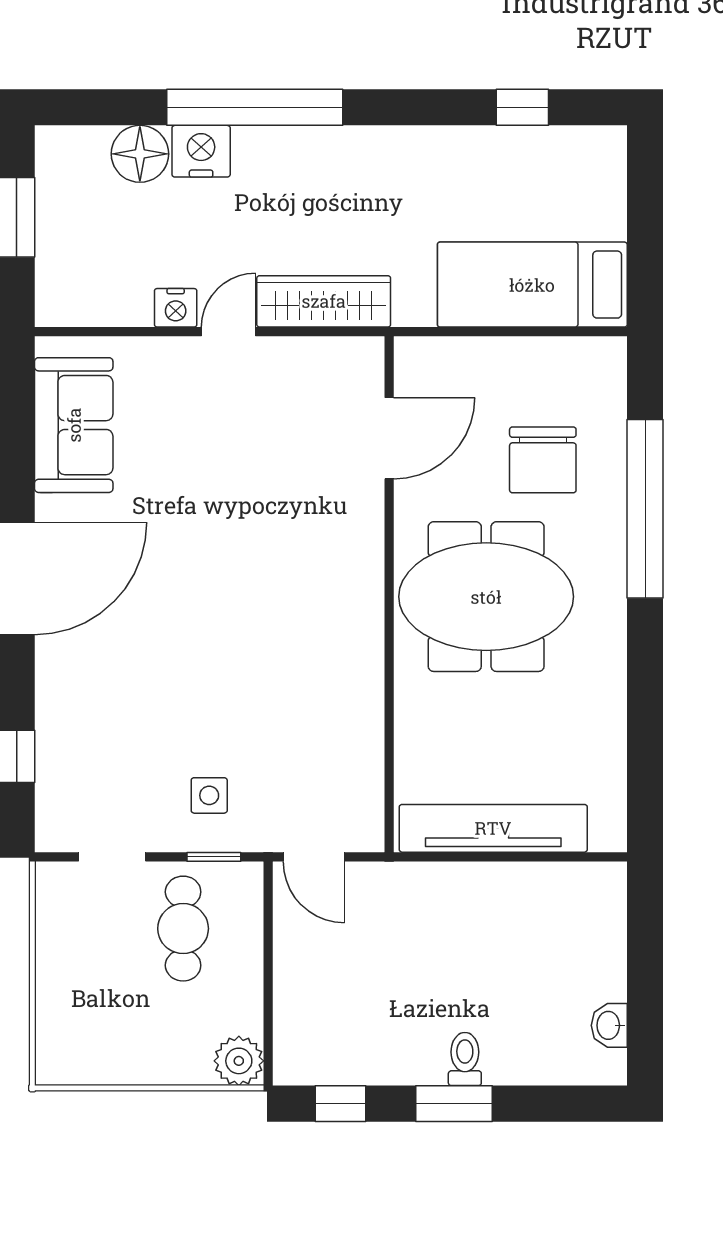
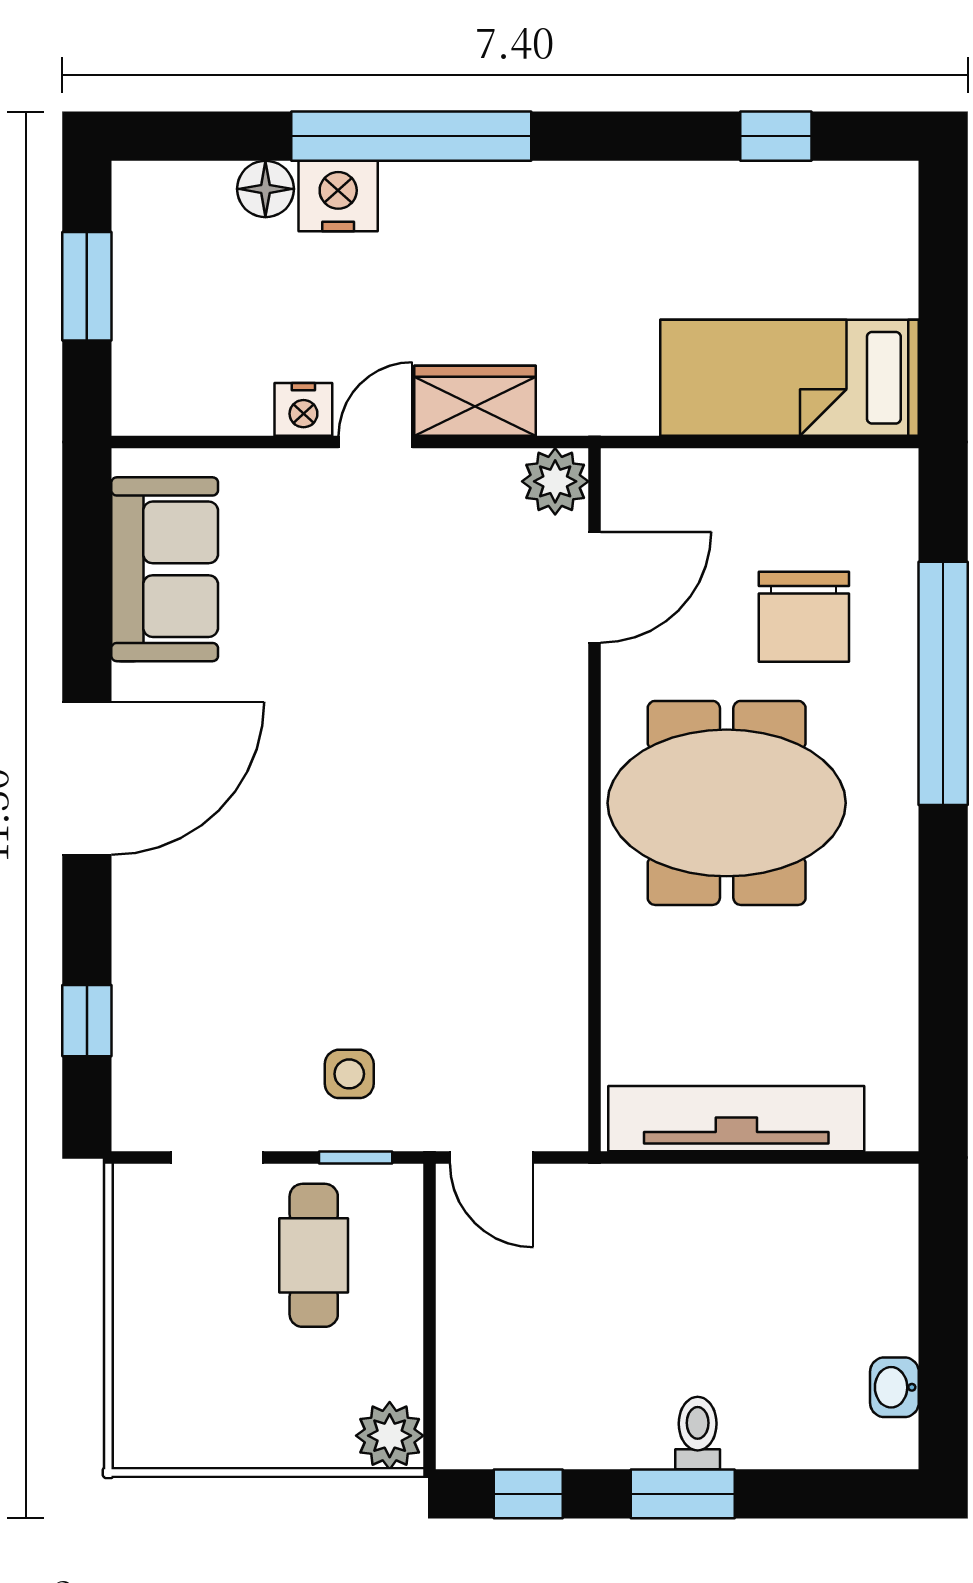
floor lamp: (140, 154) -> (265, 189), width x0.73, depth x0.73
wardrobe: (324, 301) -> (475, 401), width x0.67
plant: (360, 361) -> (555, 481), added

